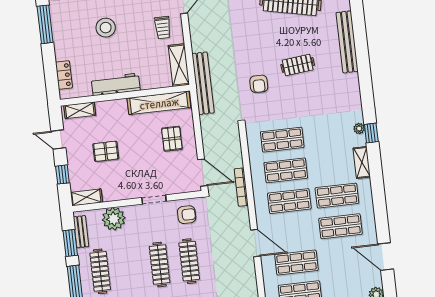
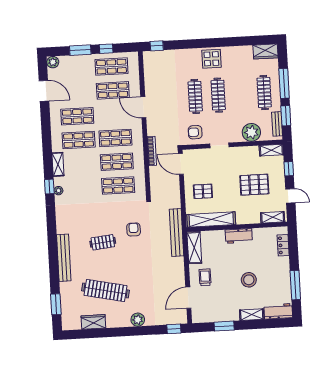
workbench: (116, 84) -> (239, 236), width x0.73
pallet: (172, 139) -> (203, 191), turned 90
pallet: (106, 151) -> (254, 185), width x1.50, depth x1.42

